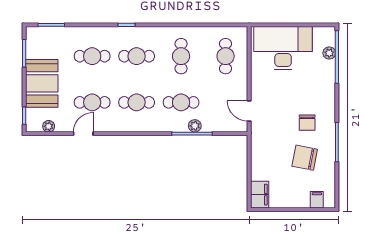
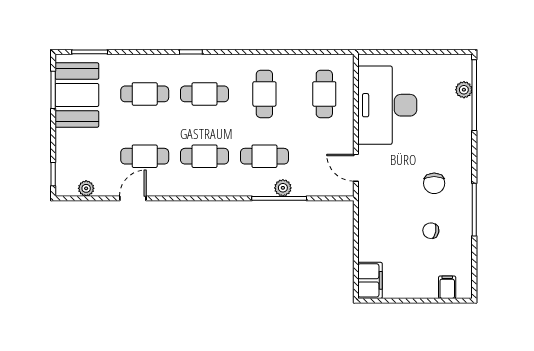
desk: (283, 48) -> (387, 105), moved, turned -90
booth: (42, 83) -> (77, 95), moved
chair: (305, 158) -> (431, 231), width x0.54, depth x0.54

